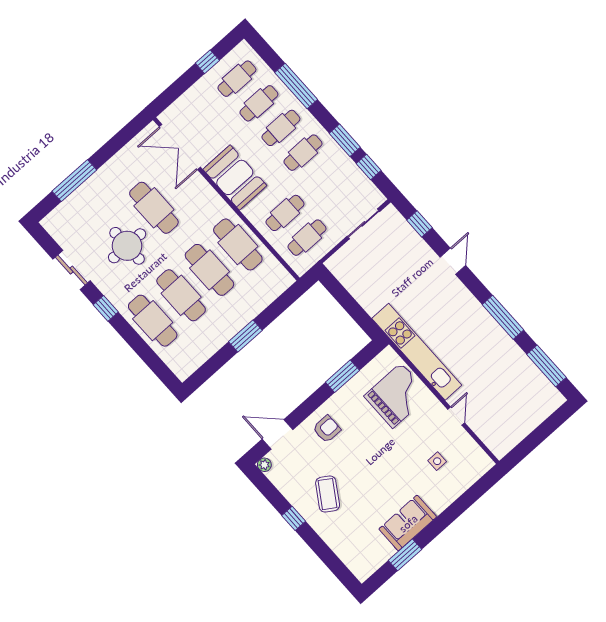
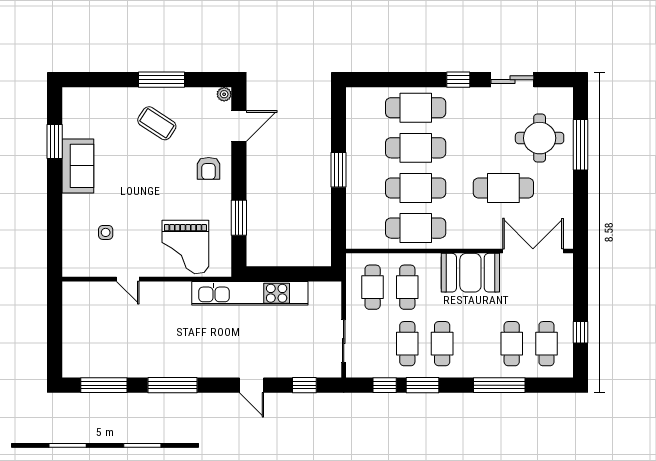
cafe table: (281, 128) -> (407, 344), moved
round table: (127, 246) -> (540, 138), moved
kitchen unit: (417, 352) -> (250, 293), moved
window: (294, 518) -> (162, 80), width x2.17

